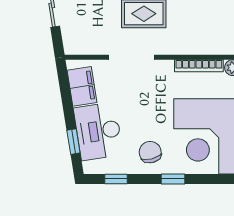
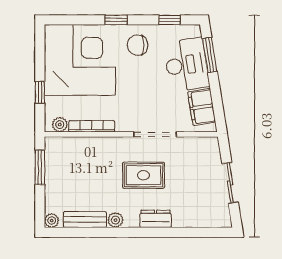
window: (73, 142) -> (210, 55), width x1.50
chair: (150, 152) -> (137, 45), turned 104

